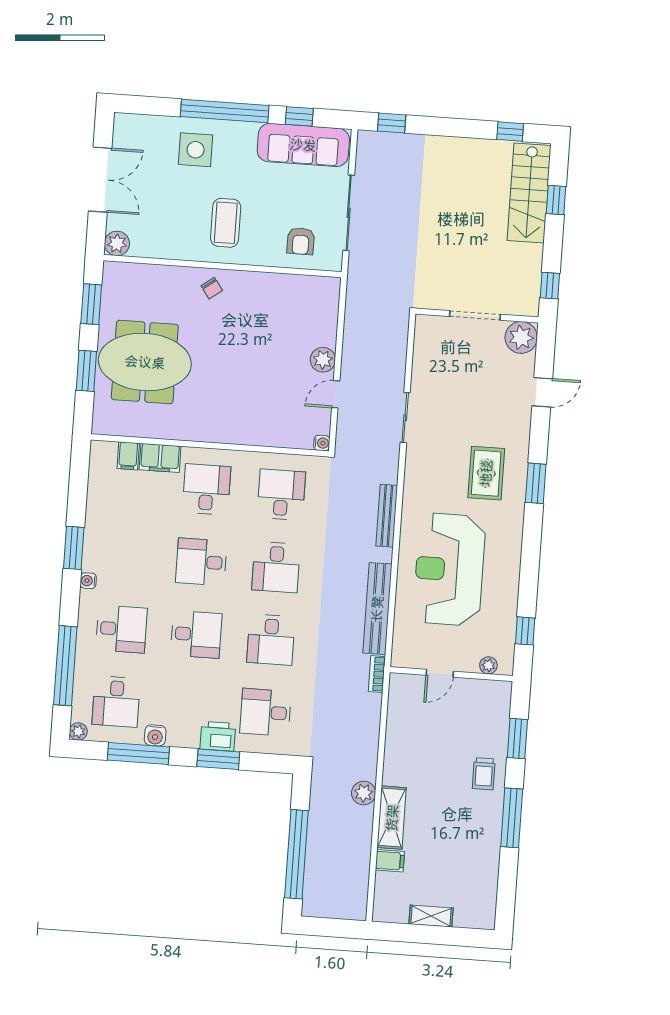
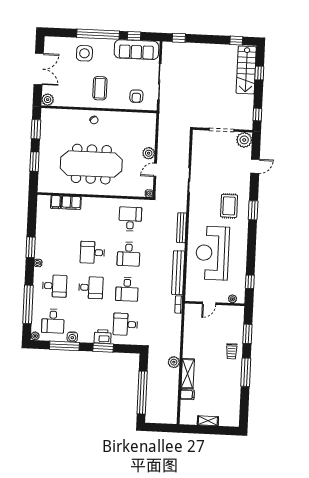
meeting table: (145, 362) -> (91, 164), moved, width x1.36
desk: (206, 489) -> (94, 217), removed

